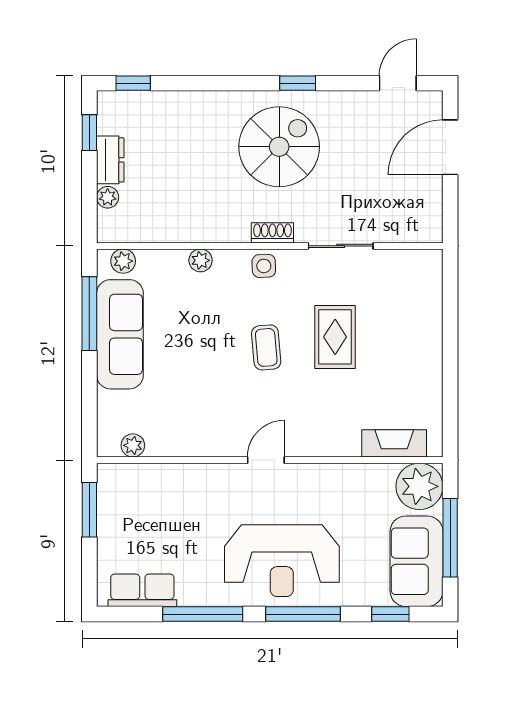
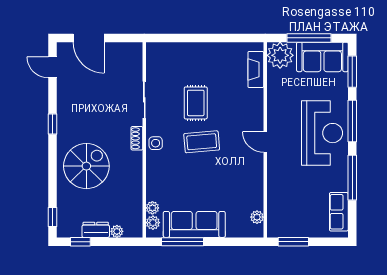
spiral stairs: (279, 147) -> (86, 166), moved, turned 90
plant: (201, 260) -> (152, 208), moved
rug: (335, 337) -> (196, 103), turned 90
coffee table: (266, 347) -> (202, 142), width x1.36, depth x1.30
window: (390, 614) -> (352, 72), width x1.50

